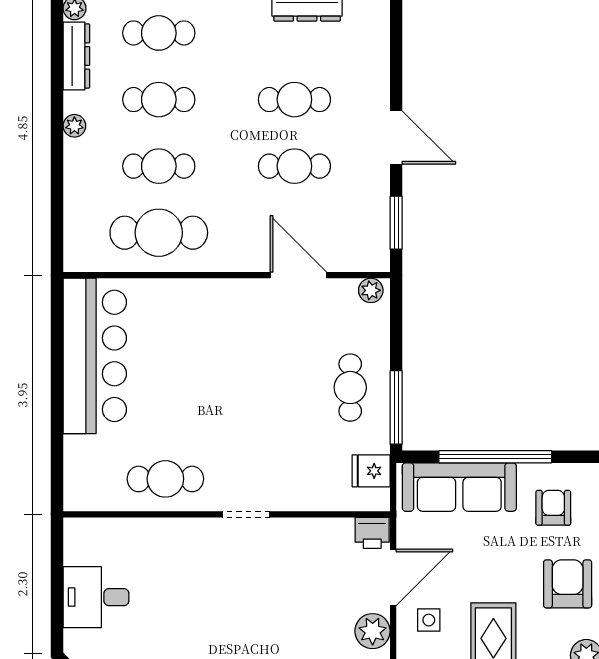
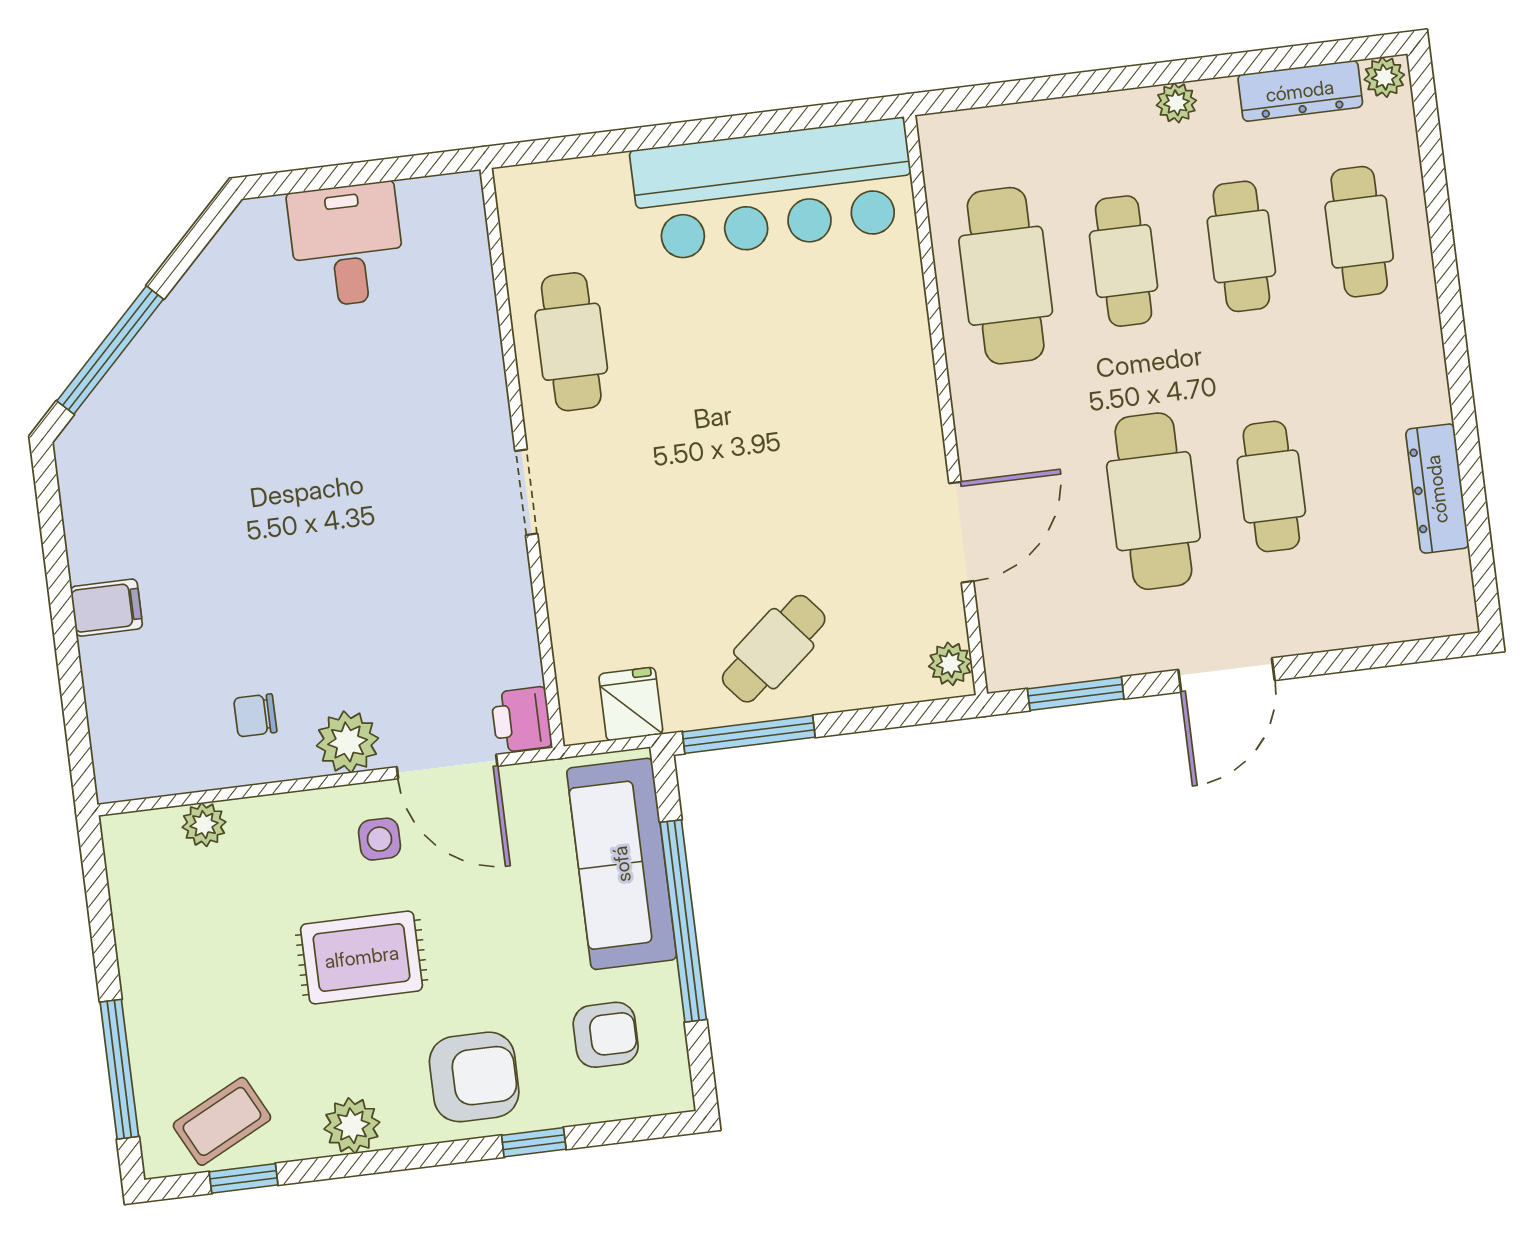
cafe table: (294, 166) -> (1153, 501), width x1.37, depth x1.35
cafe table: (350, 388) -> (774, 649), turned -40

